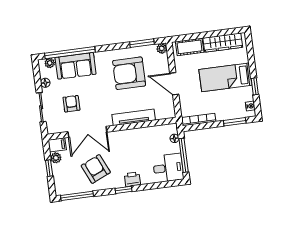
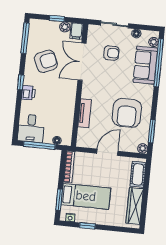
armchair: (129, 73) -> (127, 113), turned 180
bed: (225, 77) -> (86, 196), moved, turned 90
tv unit: (134, 117) -> (85, 113), width x0.71

